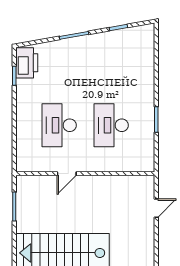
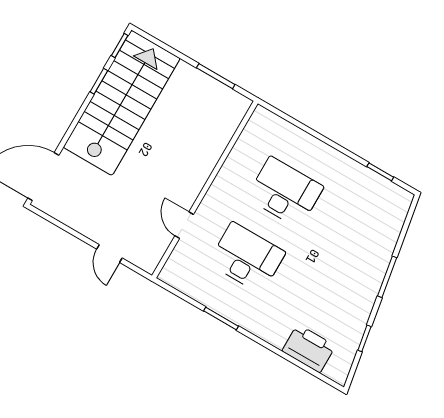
printer: (27, 63) -> (309, 348), moved, turned 180
door: (67, 174) -> (184, 225), moved

